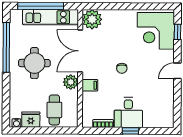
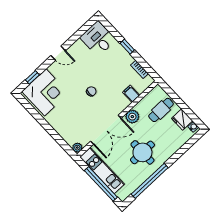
plant: (92, 19) -> (77, 148), width x0.53, depth x0.53
filing cabinet: (90, 85) -> (131, 94), moved
desk: (128, 113) -> (98, 39), moved, turned -90

